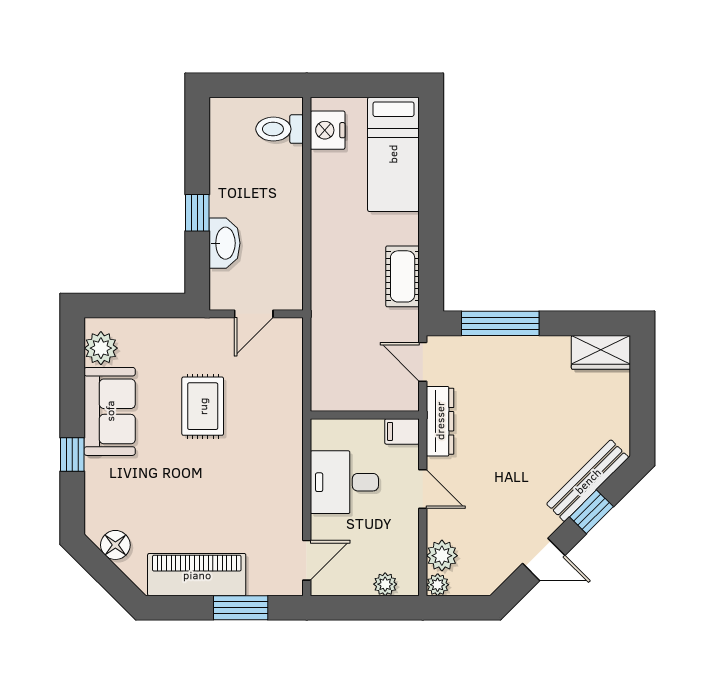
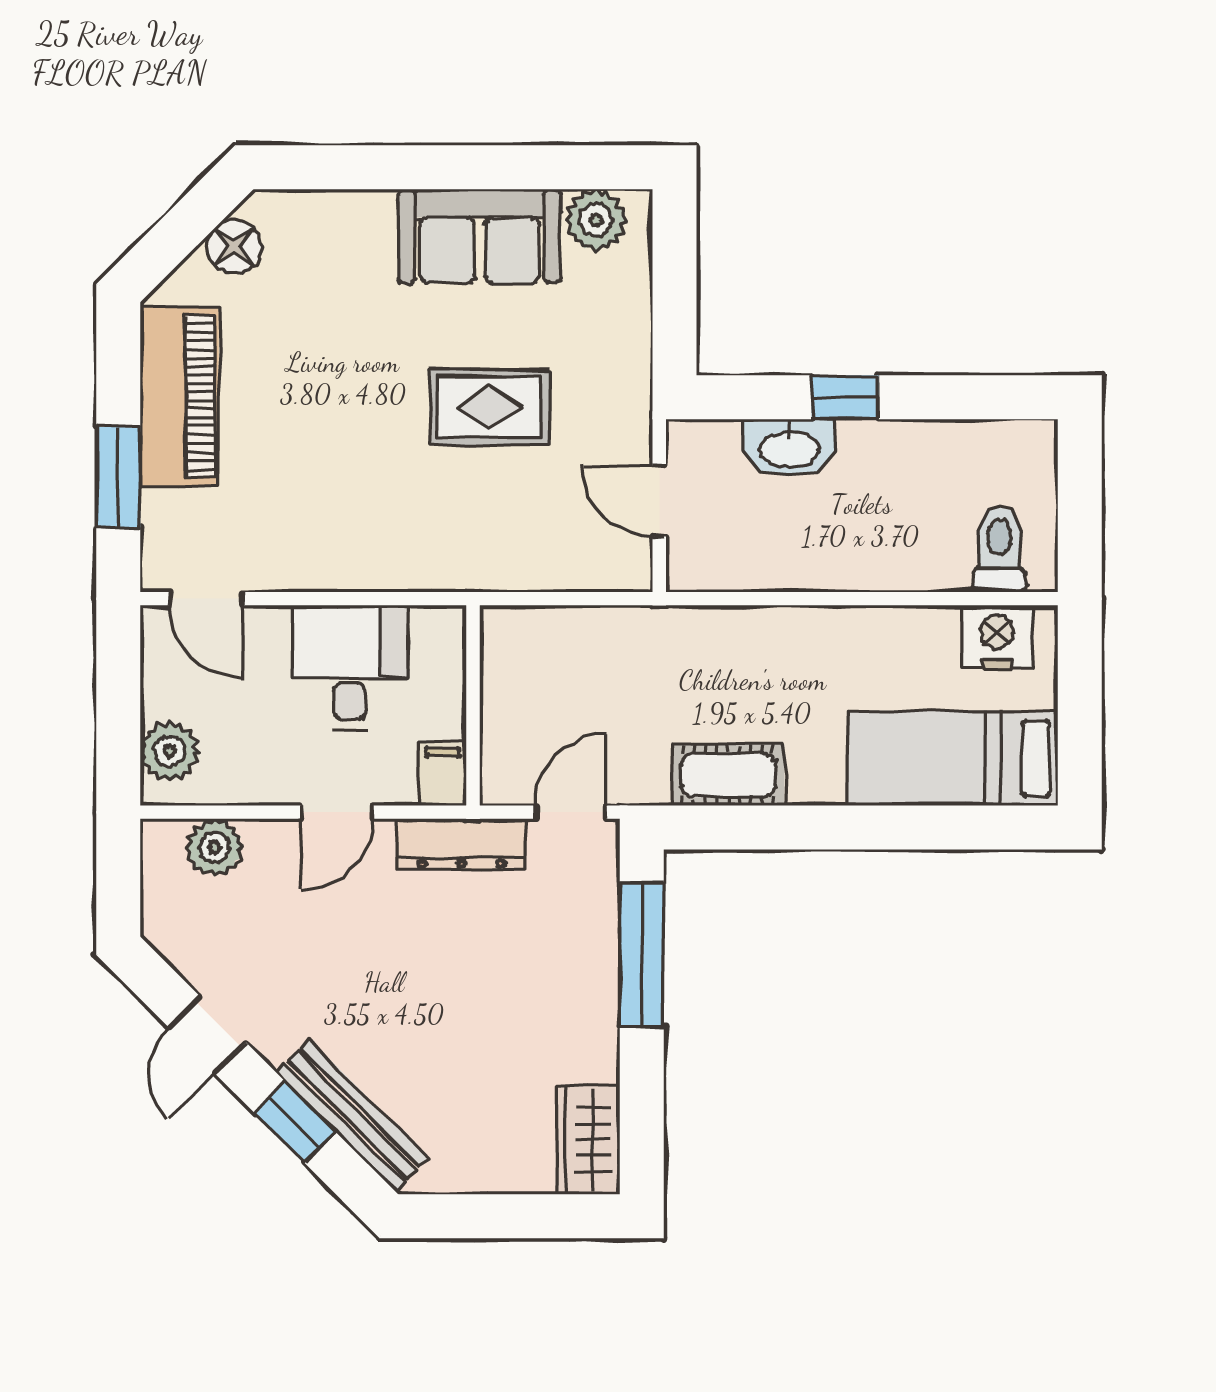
window: (72, 455) -> (400, 167), removed
plant: (385, 584) -> (170, 751), width x1.38, depth x1.38
plant: (438, 585) -> (161, 839), removed

